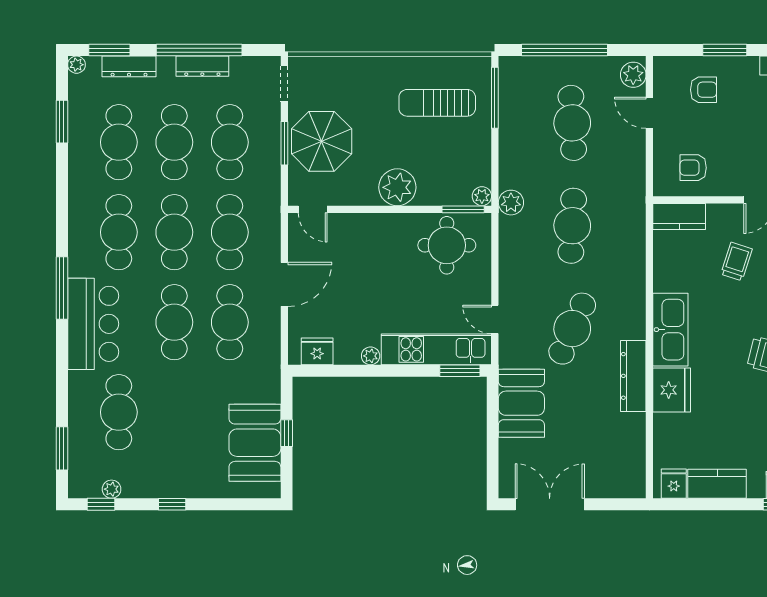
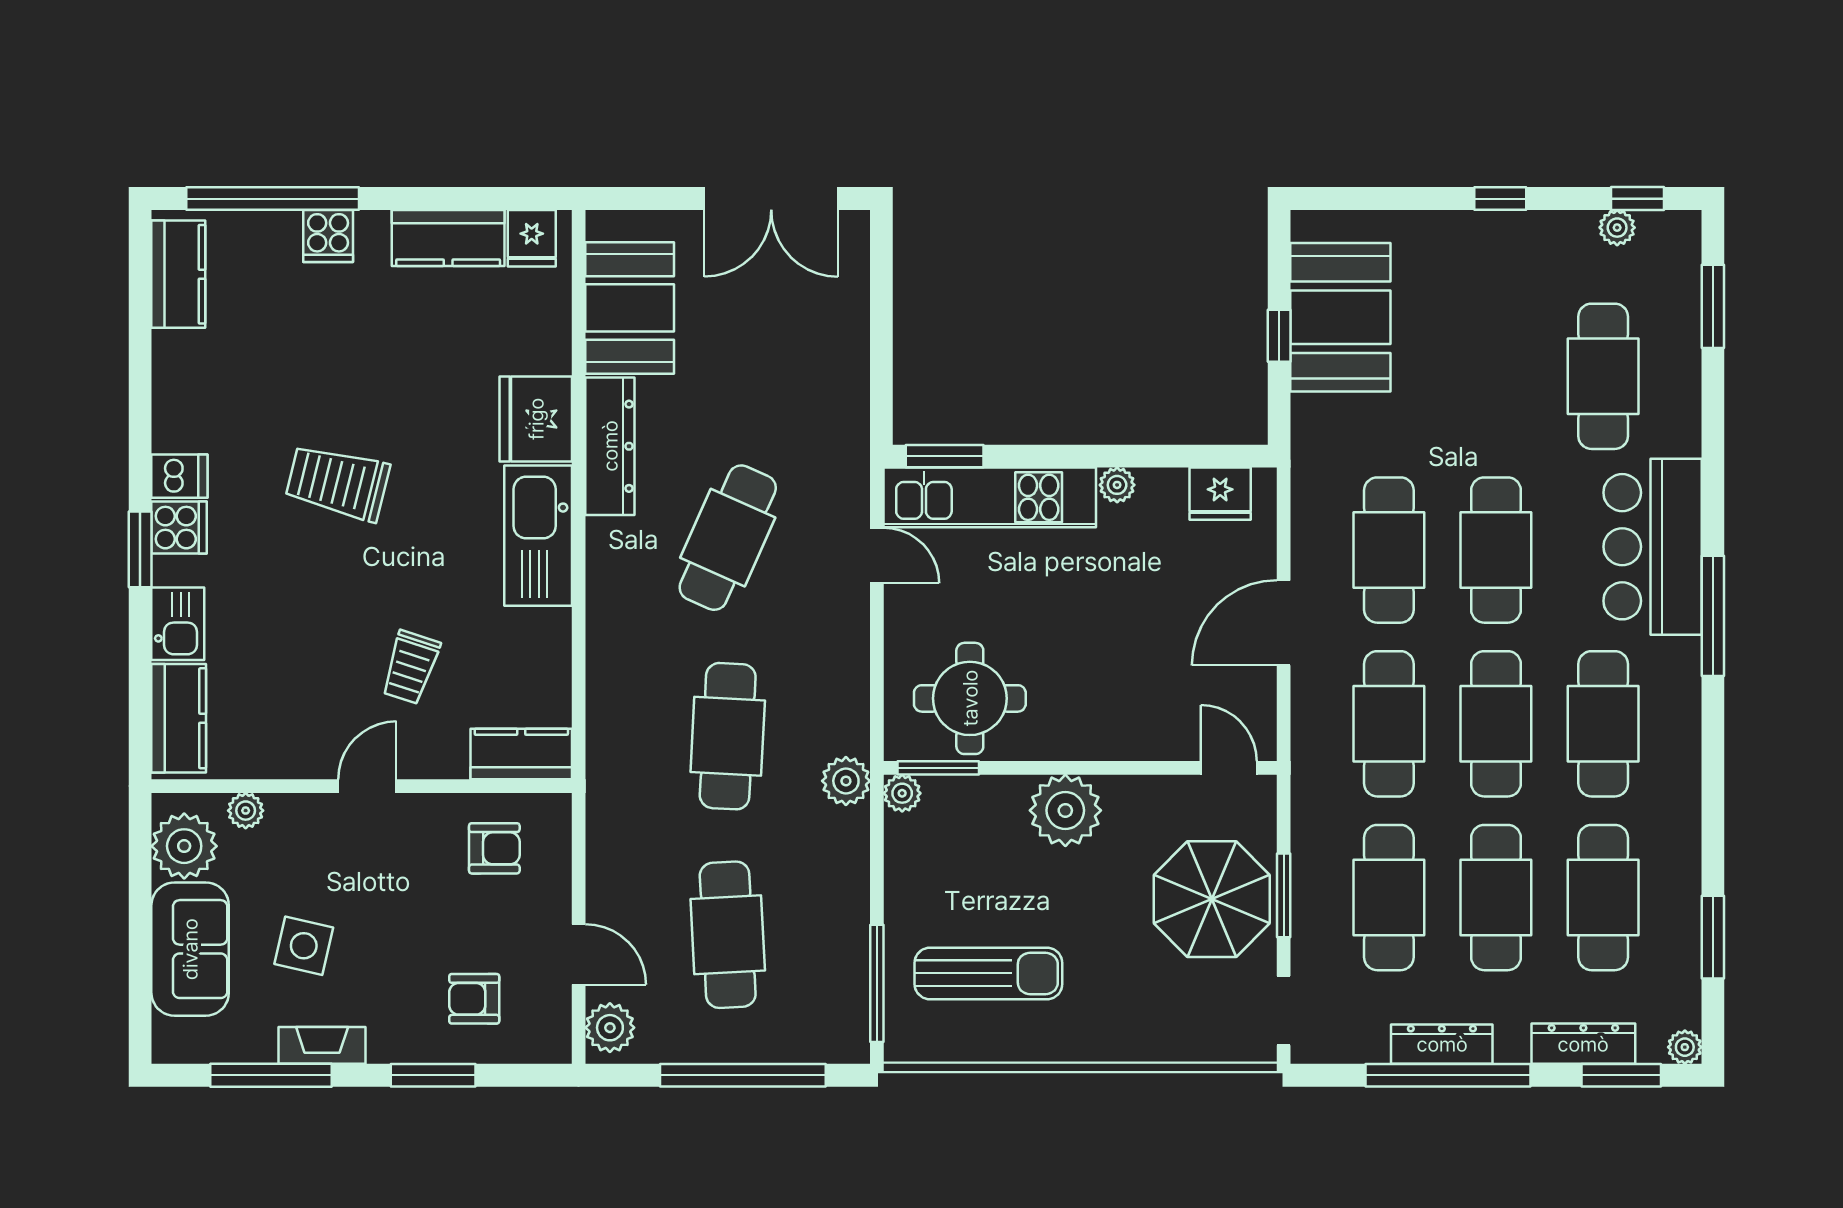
booth: (521, 403) -> (630, 308), moved

